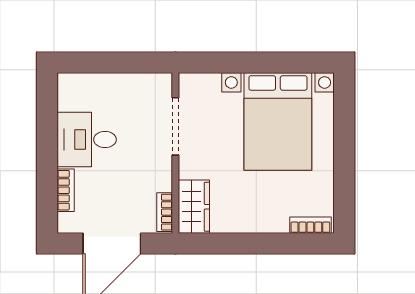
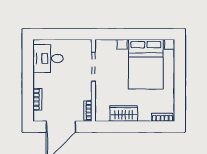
desk: (87, 140) -> (48, 58), moved
wardrobe: (194, 207) -> (124, 114), moved, turned -90

